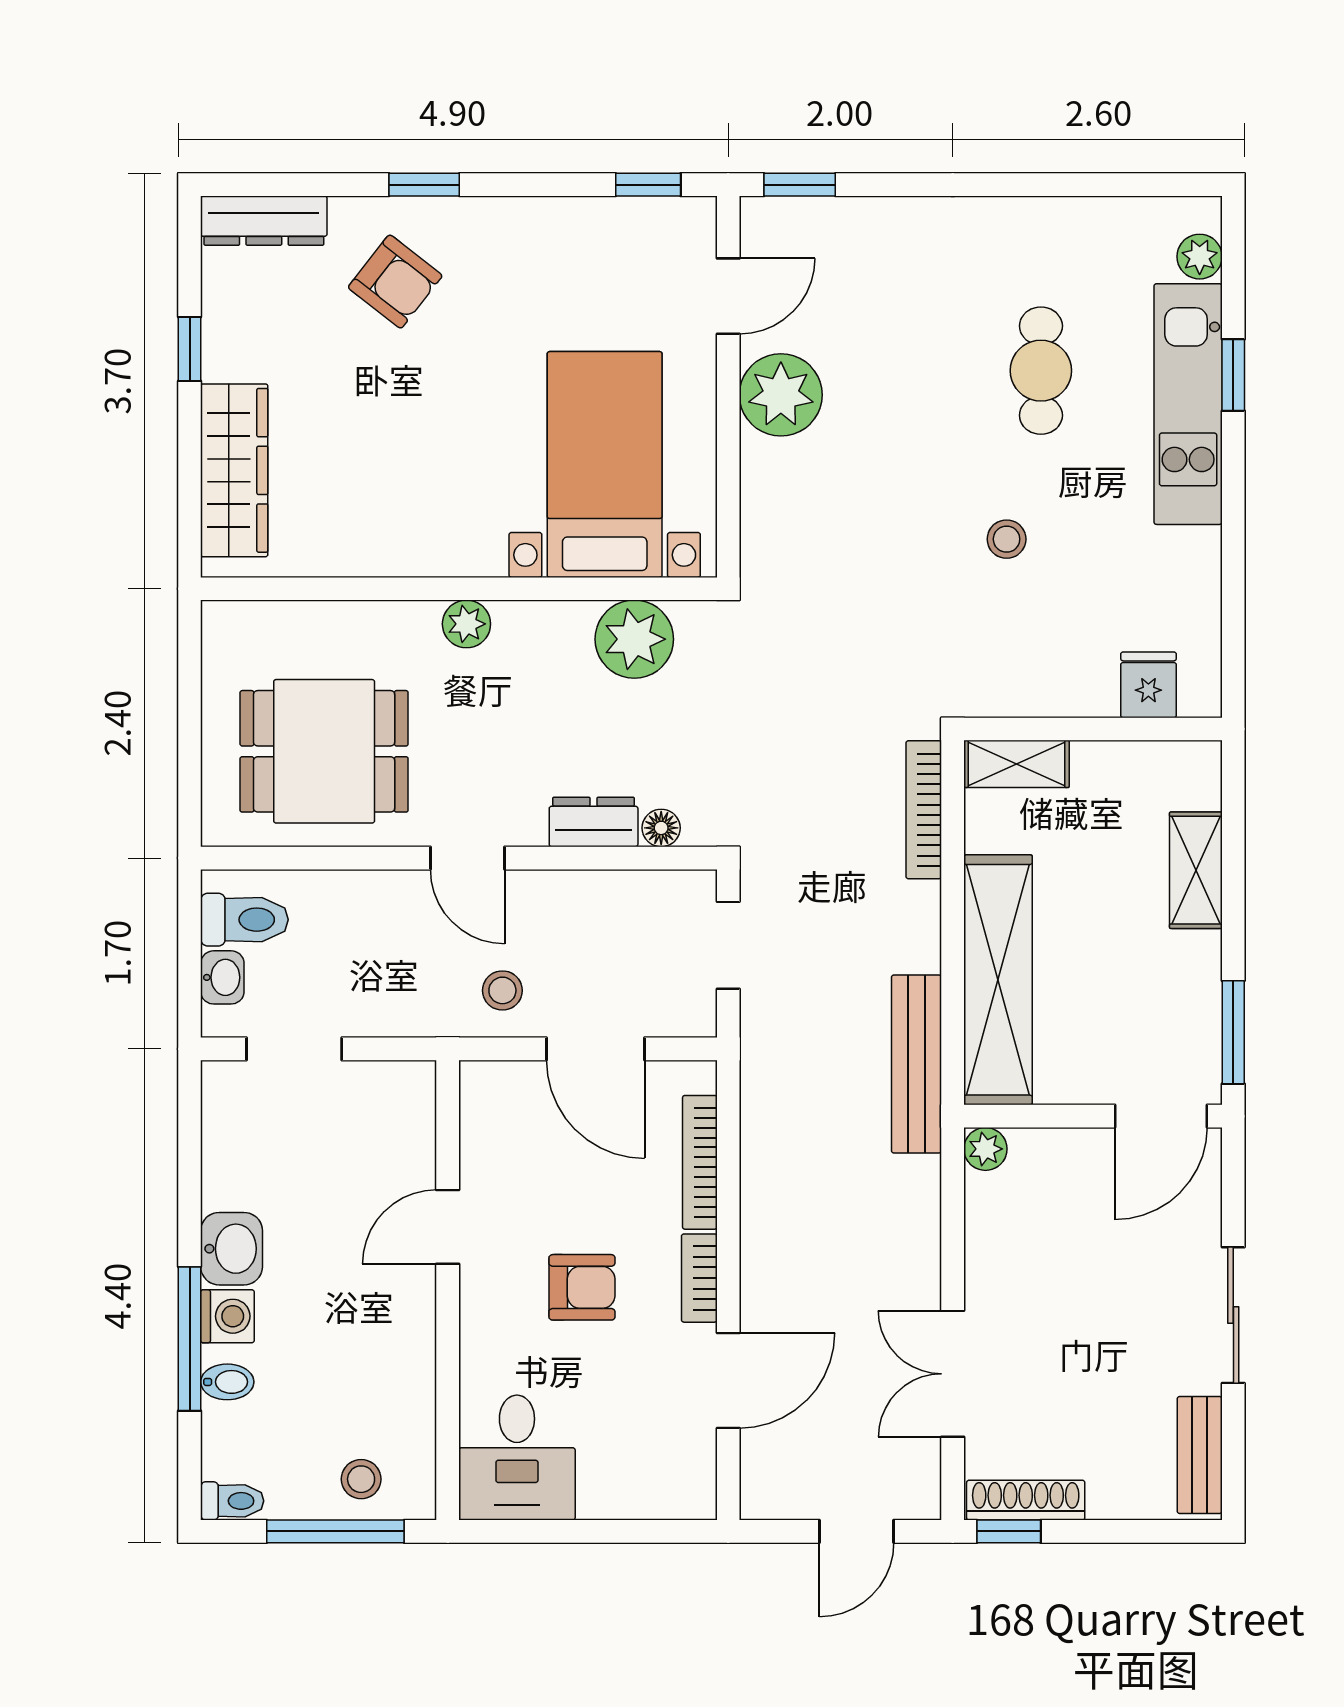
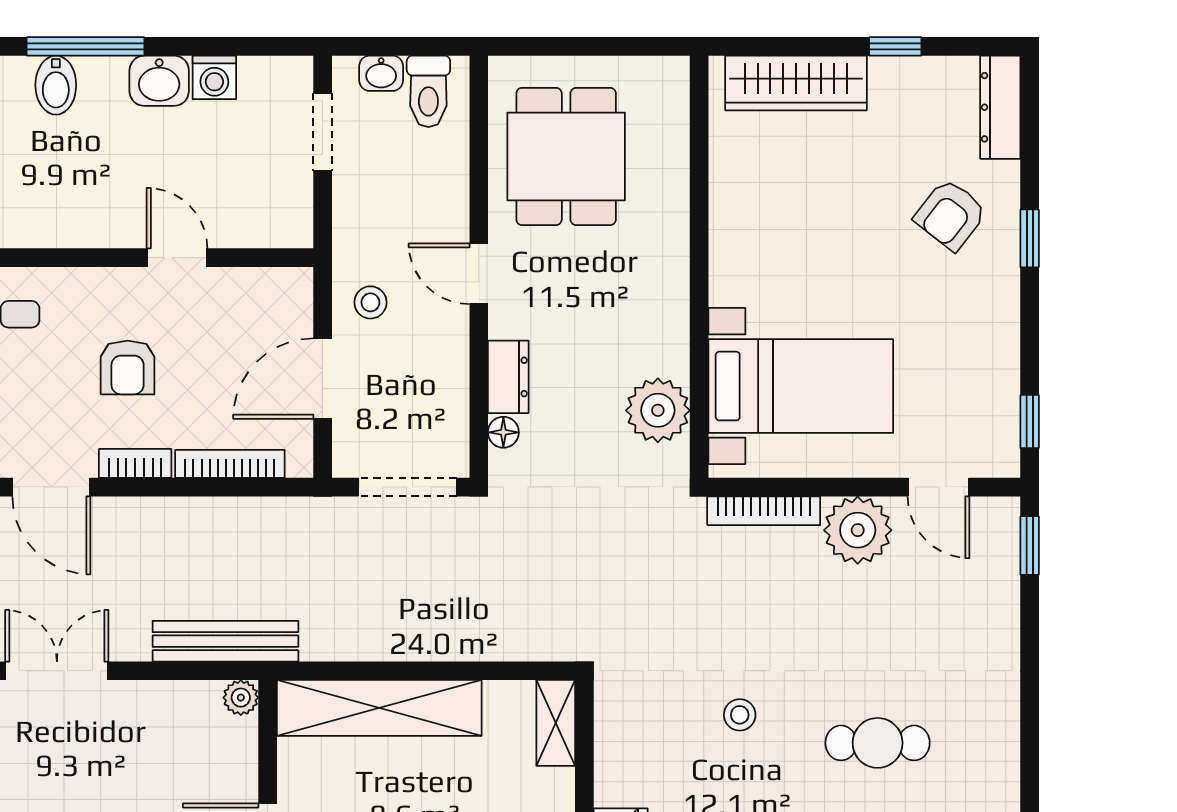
plant: (466, 624) -> (670, 273), removed
bookcase: (924, 810) -> (764, 511), moved, turned 180
door: (467, 858) -> (479, 274), hinge flipped
doorway: (728, 945) -> (408, 487), width x1.38
bench: (917, 1064) -> (225, 641), moved
washing machine: (227, 1316) -> (214, 77), moved
bidet: (227, 1382) -> (56, 85), width x1.38, depth x1.36

